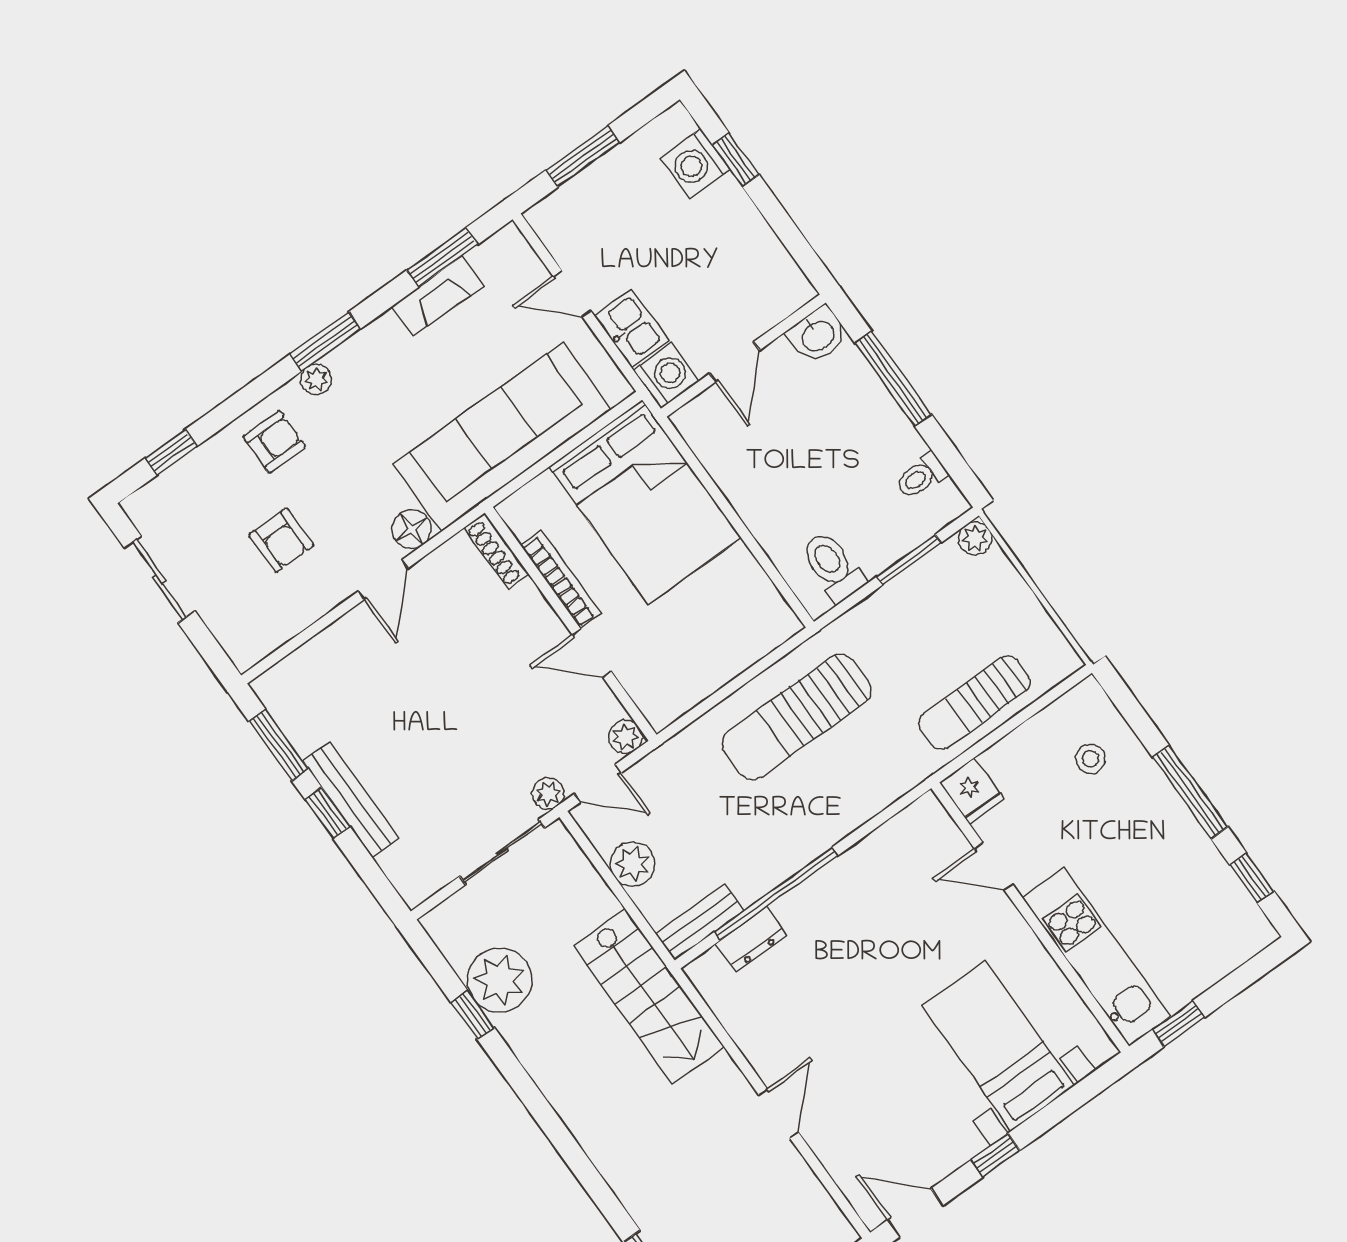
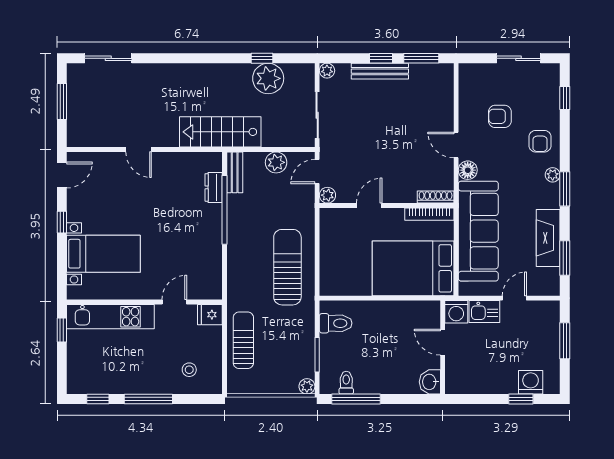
fireplace: (438, 296) -> (548, 238), width x1.37, depth x1.32
window: (893, 379) -> (356, 399), moved
bookcase: (561, 580) -> (429, 214), moved
plant: (548, 794) -> (327, 71), moved

